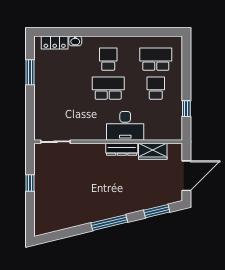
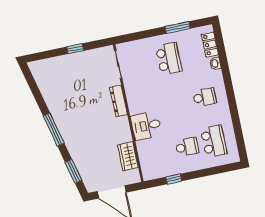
school desk: (108, 88) -> (169, 59), moved
desk: (125, 126) -> (146, 126), width x0.73
dresser: (122, 149) -> (118, 101), moved

